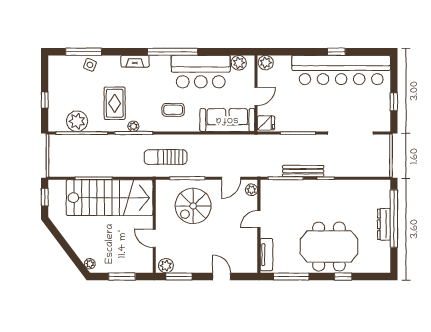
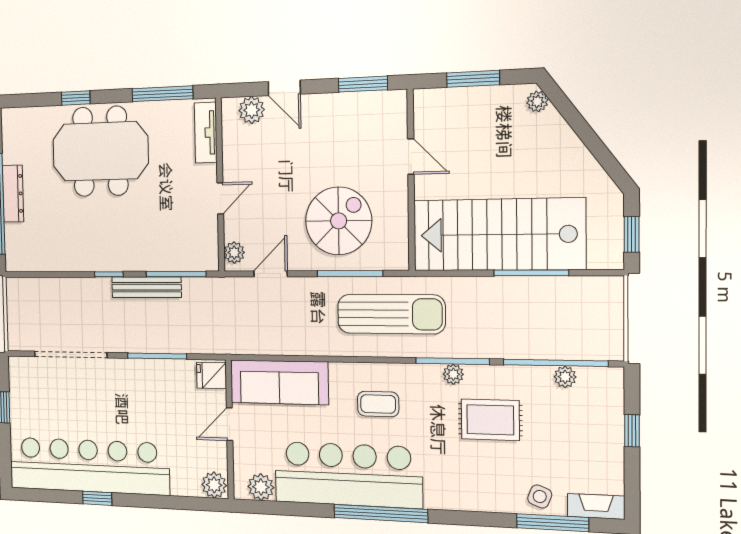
fireplace: (135, 61) -> (596, 506), moved
bar counter: (201, 72) -> (348, 475), width x1.36
rug: (115, 103) -> (490, 420), turned 90
plant: (77, 121) -> (565, 377), width x0.53, depth x0.53
sun lounger: (166, 157) -> (391, 314), width x1.36, depth x1.34
plant: (166, 266) -> (252, 110), moved

